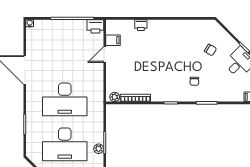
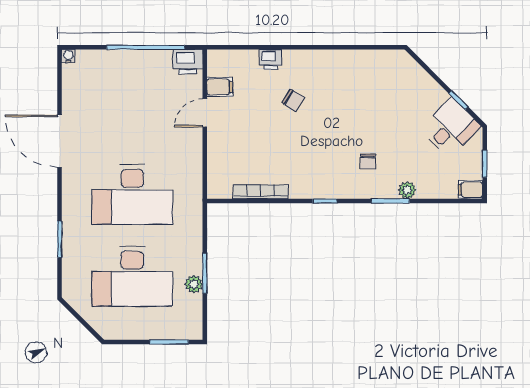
chair: (210, 50) -> (293, 100), moved
plant: (115, 97) -> (407, 190), moved

